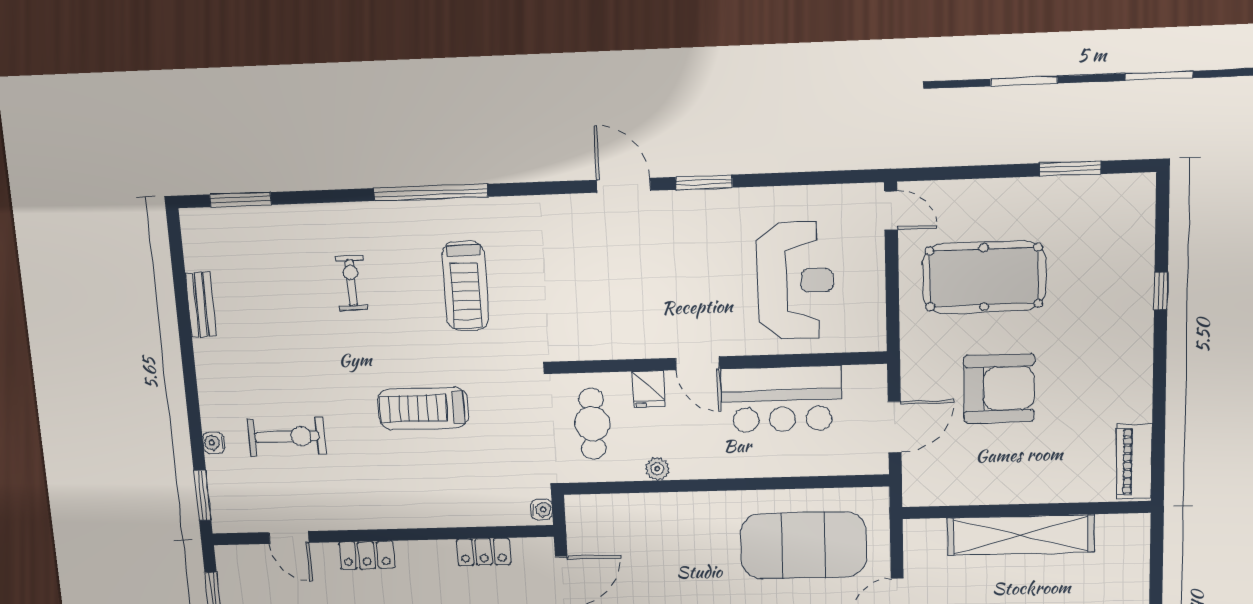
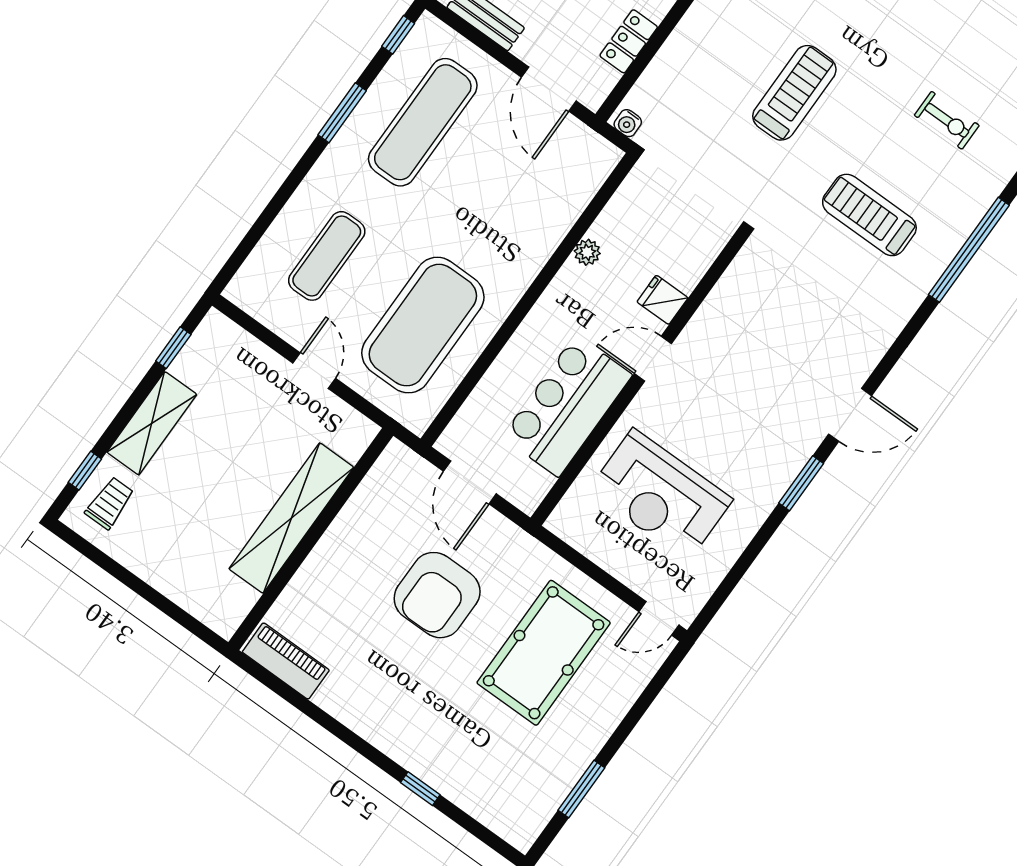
cafe table: (592, 424) -> (669, 228), removed

